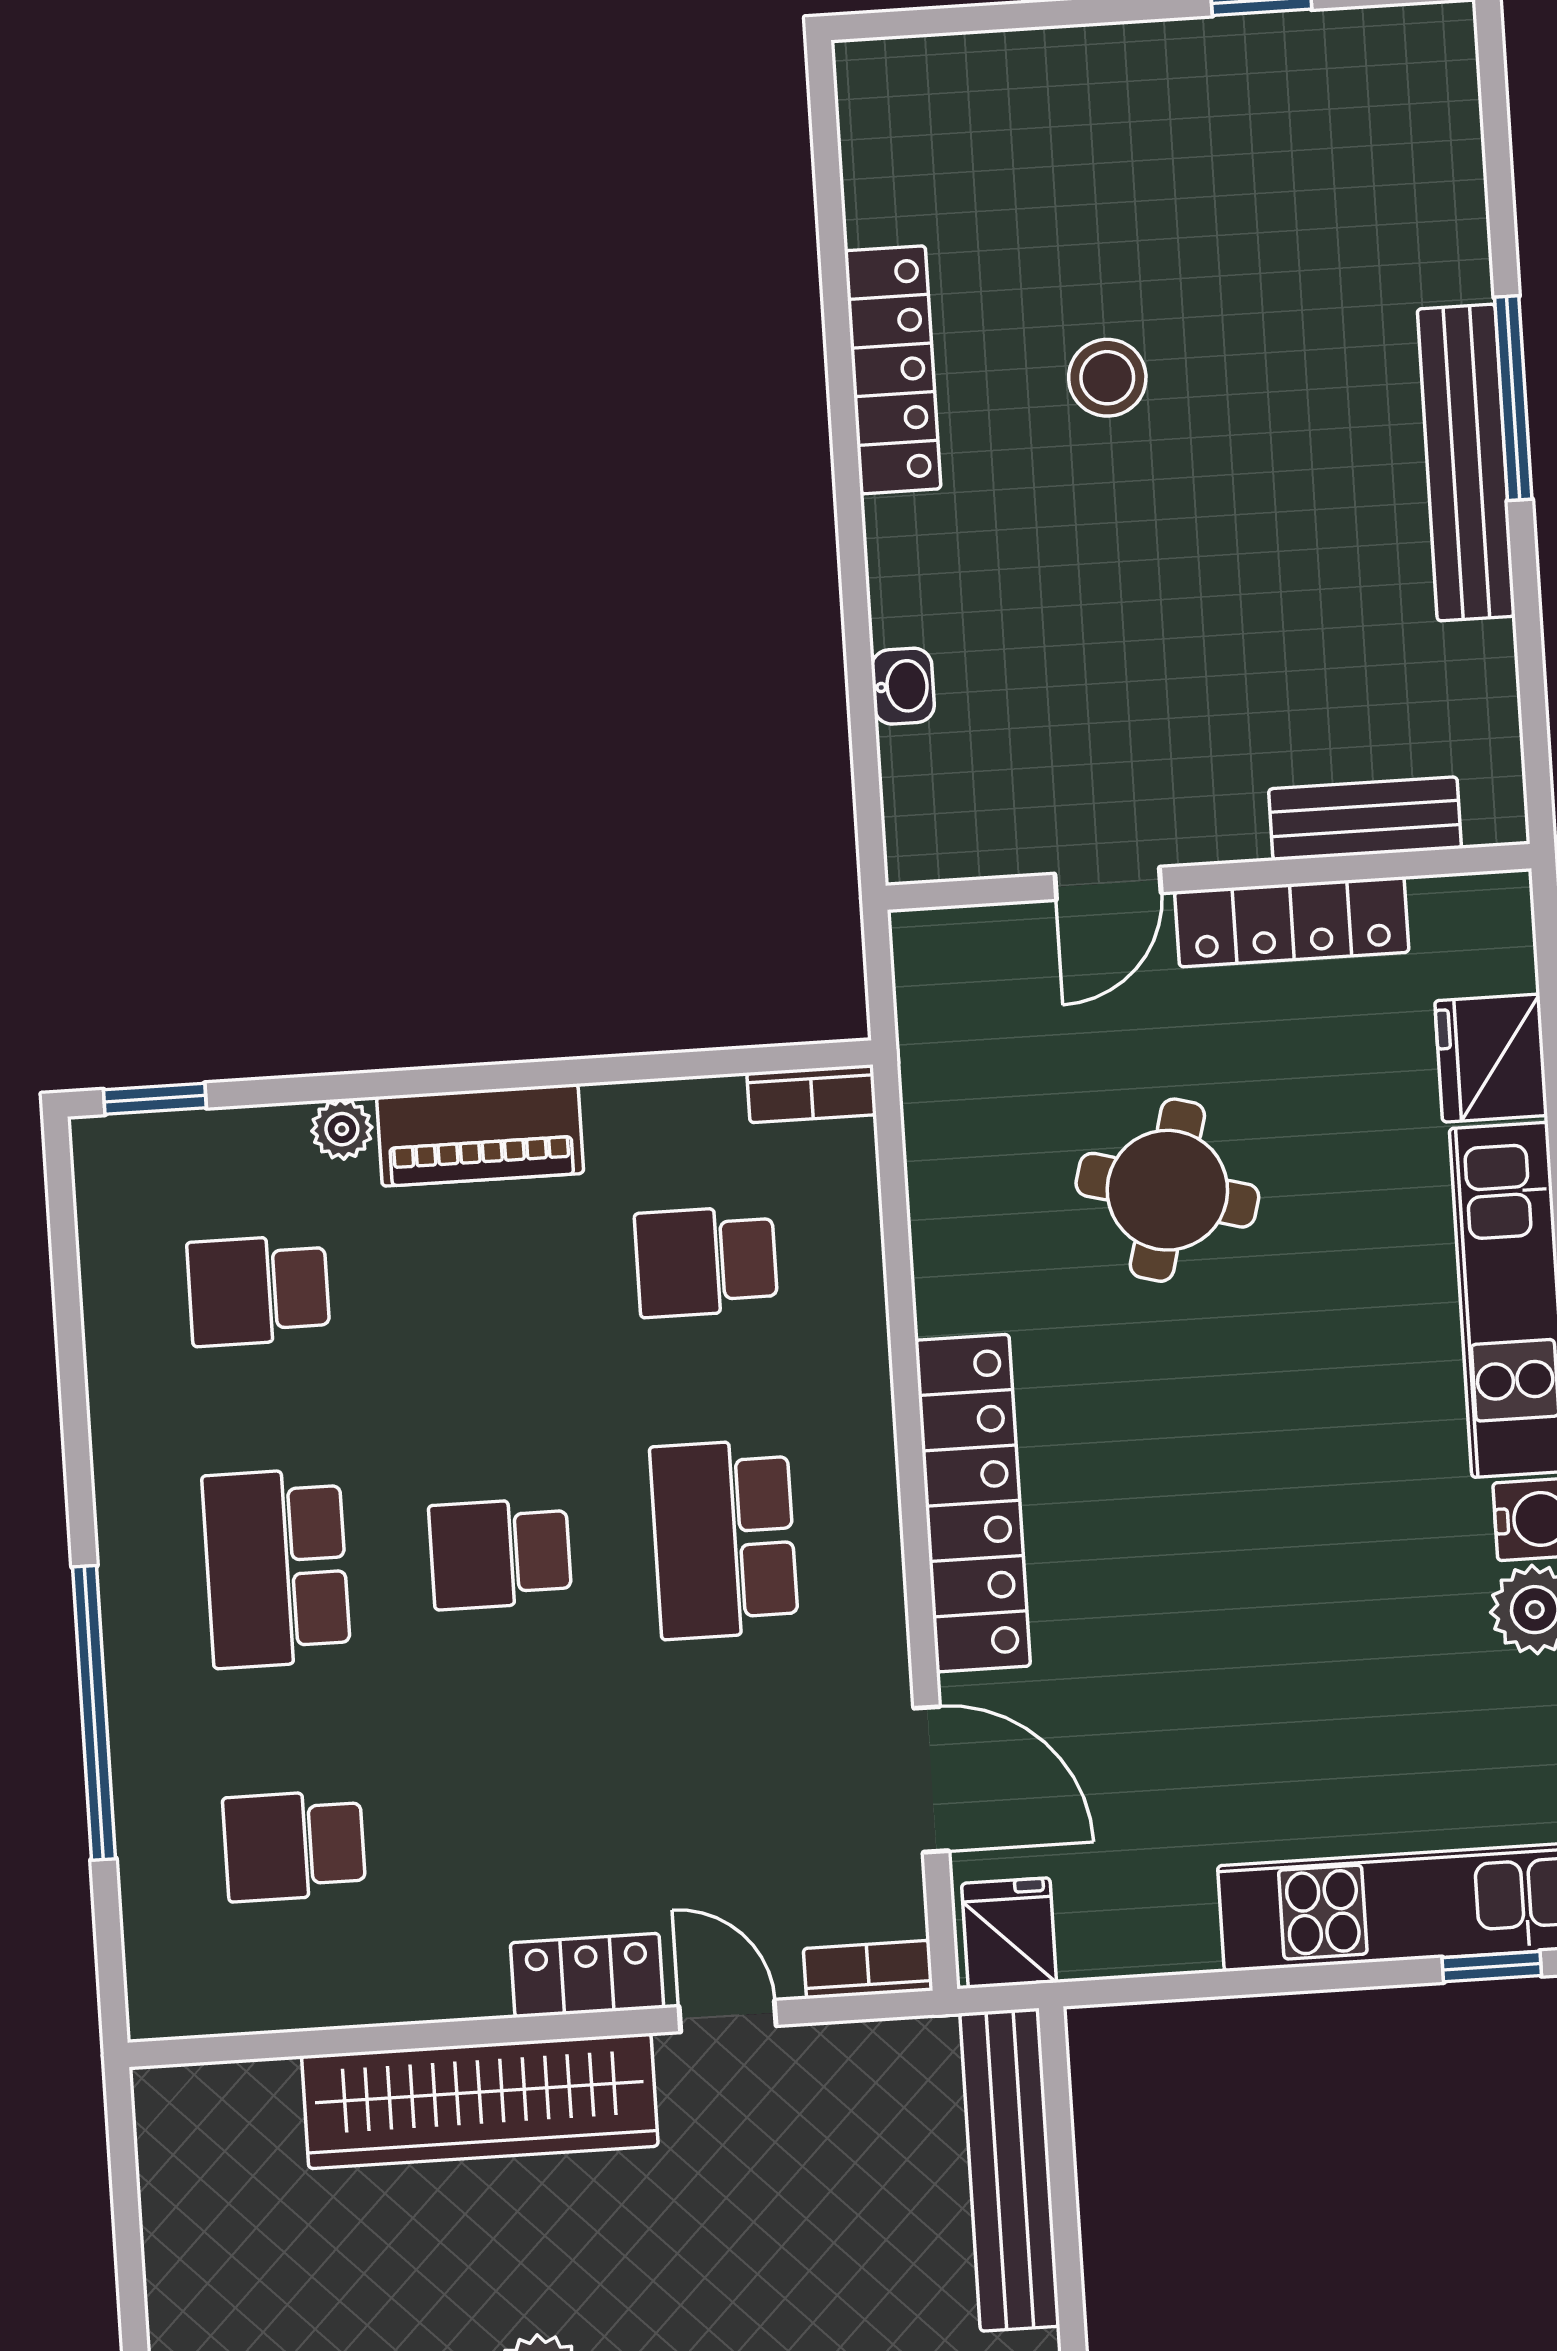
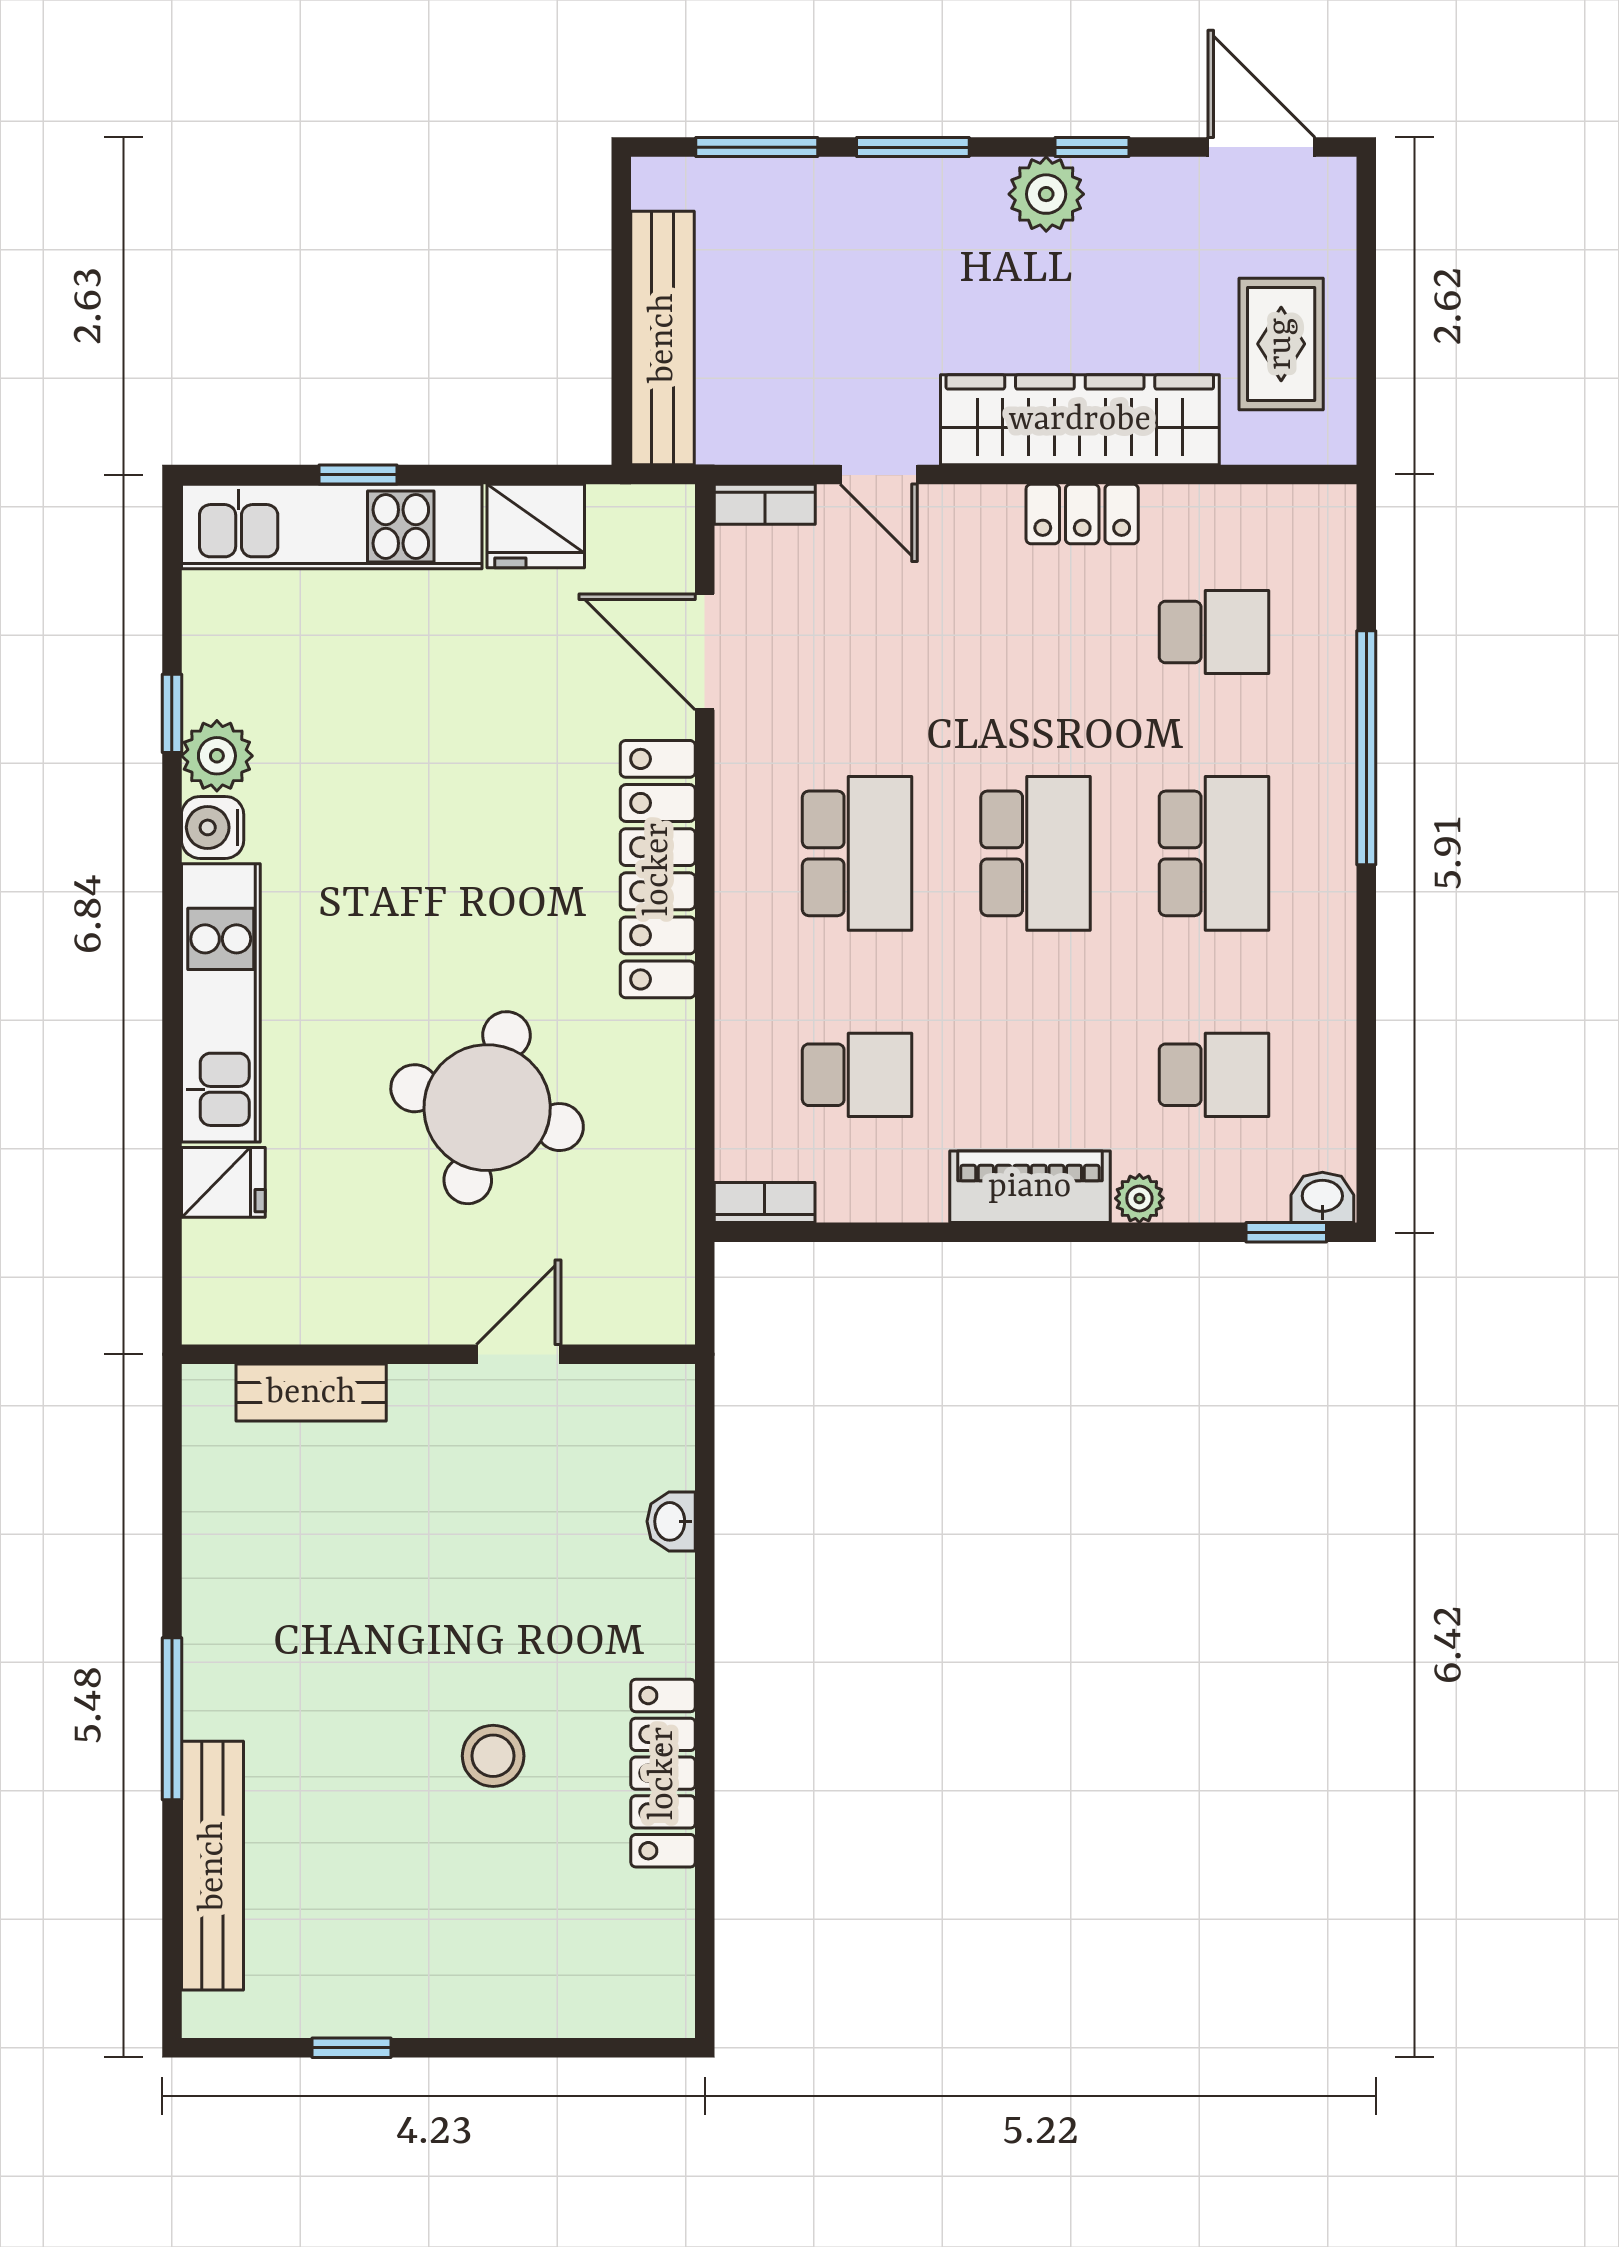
bench: (1466, 463) -> (213, 1866), moved
locker: (1292, 922) -> (375, 1314), removed
fridge: (1491, 1058) -> (223, 1182), width x0.72
washbasin: (113, 1145) -> (1322, 1197), added
round table: (1167, 1190) -> (487, 1108), width x1.36, depth x1.36
school desk: (500, 1554) -> (1036, 853), width x1.85
fridge: (1009, 1933) -> (536, 526), moved, width x1.38
window: (1492, 1967) -> (358, 475), moved
locker: (587, 1975) -> (1082, 514), moved
rug: (233, 2212) -> (1281, 344), added

